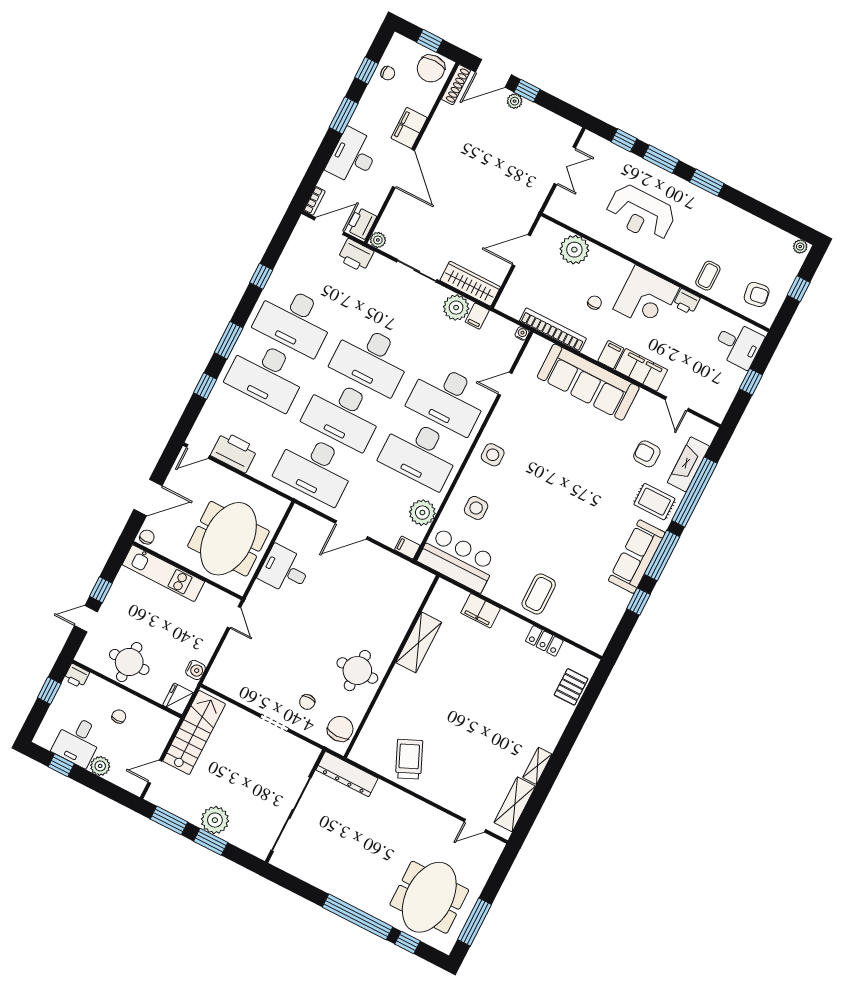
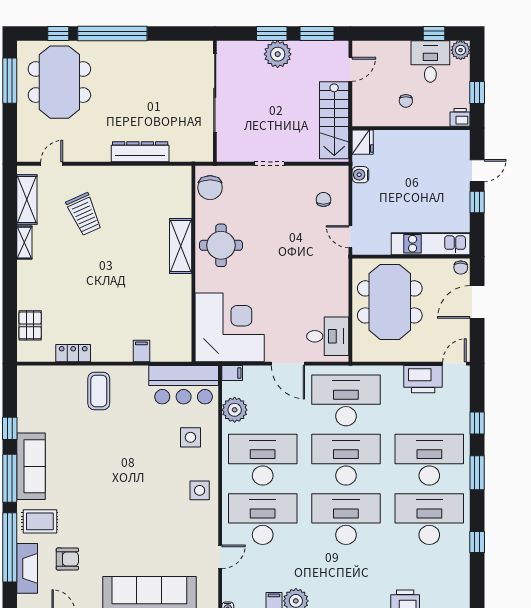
door: (351, 530) -> (288, 364), swing flipped
desk: (285, 570) -> (328, 336), moved
corner desk: (388, 591) -> (230, 327), added
filing cabinet: (481, 611) -> (141, 351), width x0.50
shelving: (419, 642) -> (181, 246), moved
round table: (129, 662) -> (421, 152), removed
chair: (307, 702) -> (323, 199), moved
trolley: (409, 759) -> (84, 214), moved
plant: (100, 766) -> (461, 50), moved
dresser: (347, 774) -> (140, 152), moved

